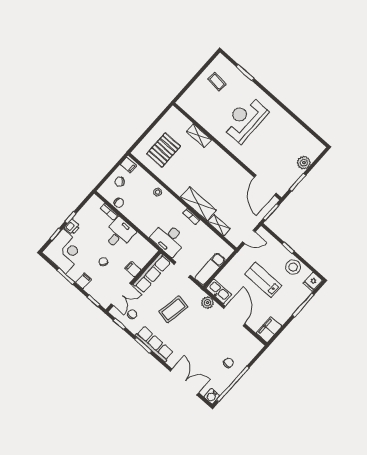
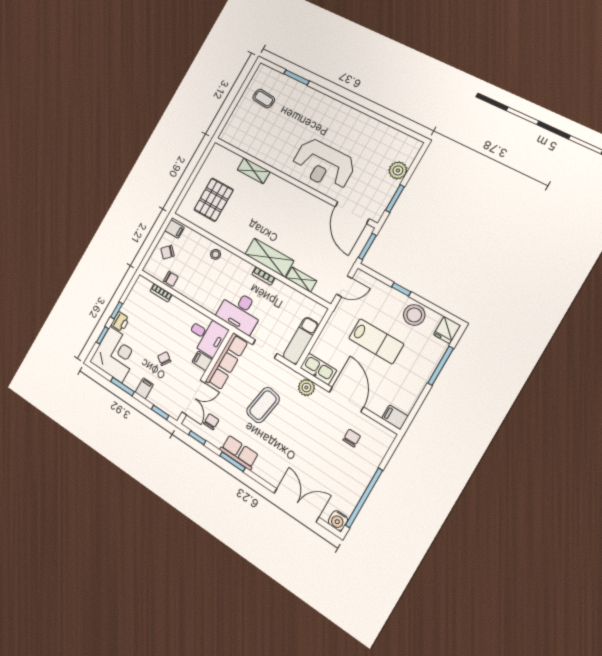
reception desk: (245, 119) -> (323, 165), moved, turned -90
desk: (119, 234) -> (207, 335), moved, turned 90
lab bench: (263, 280) -> (376, 341), turned 180
filing cabinet: (269, 330) -> (395, 417), width x0.50
row of seats: (154, 344) -> (239, 452), width x0.68
chair: (228, 363) -> (352, 438), moved

